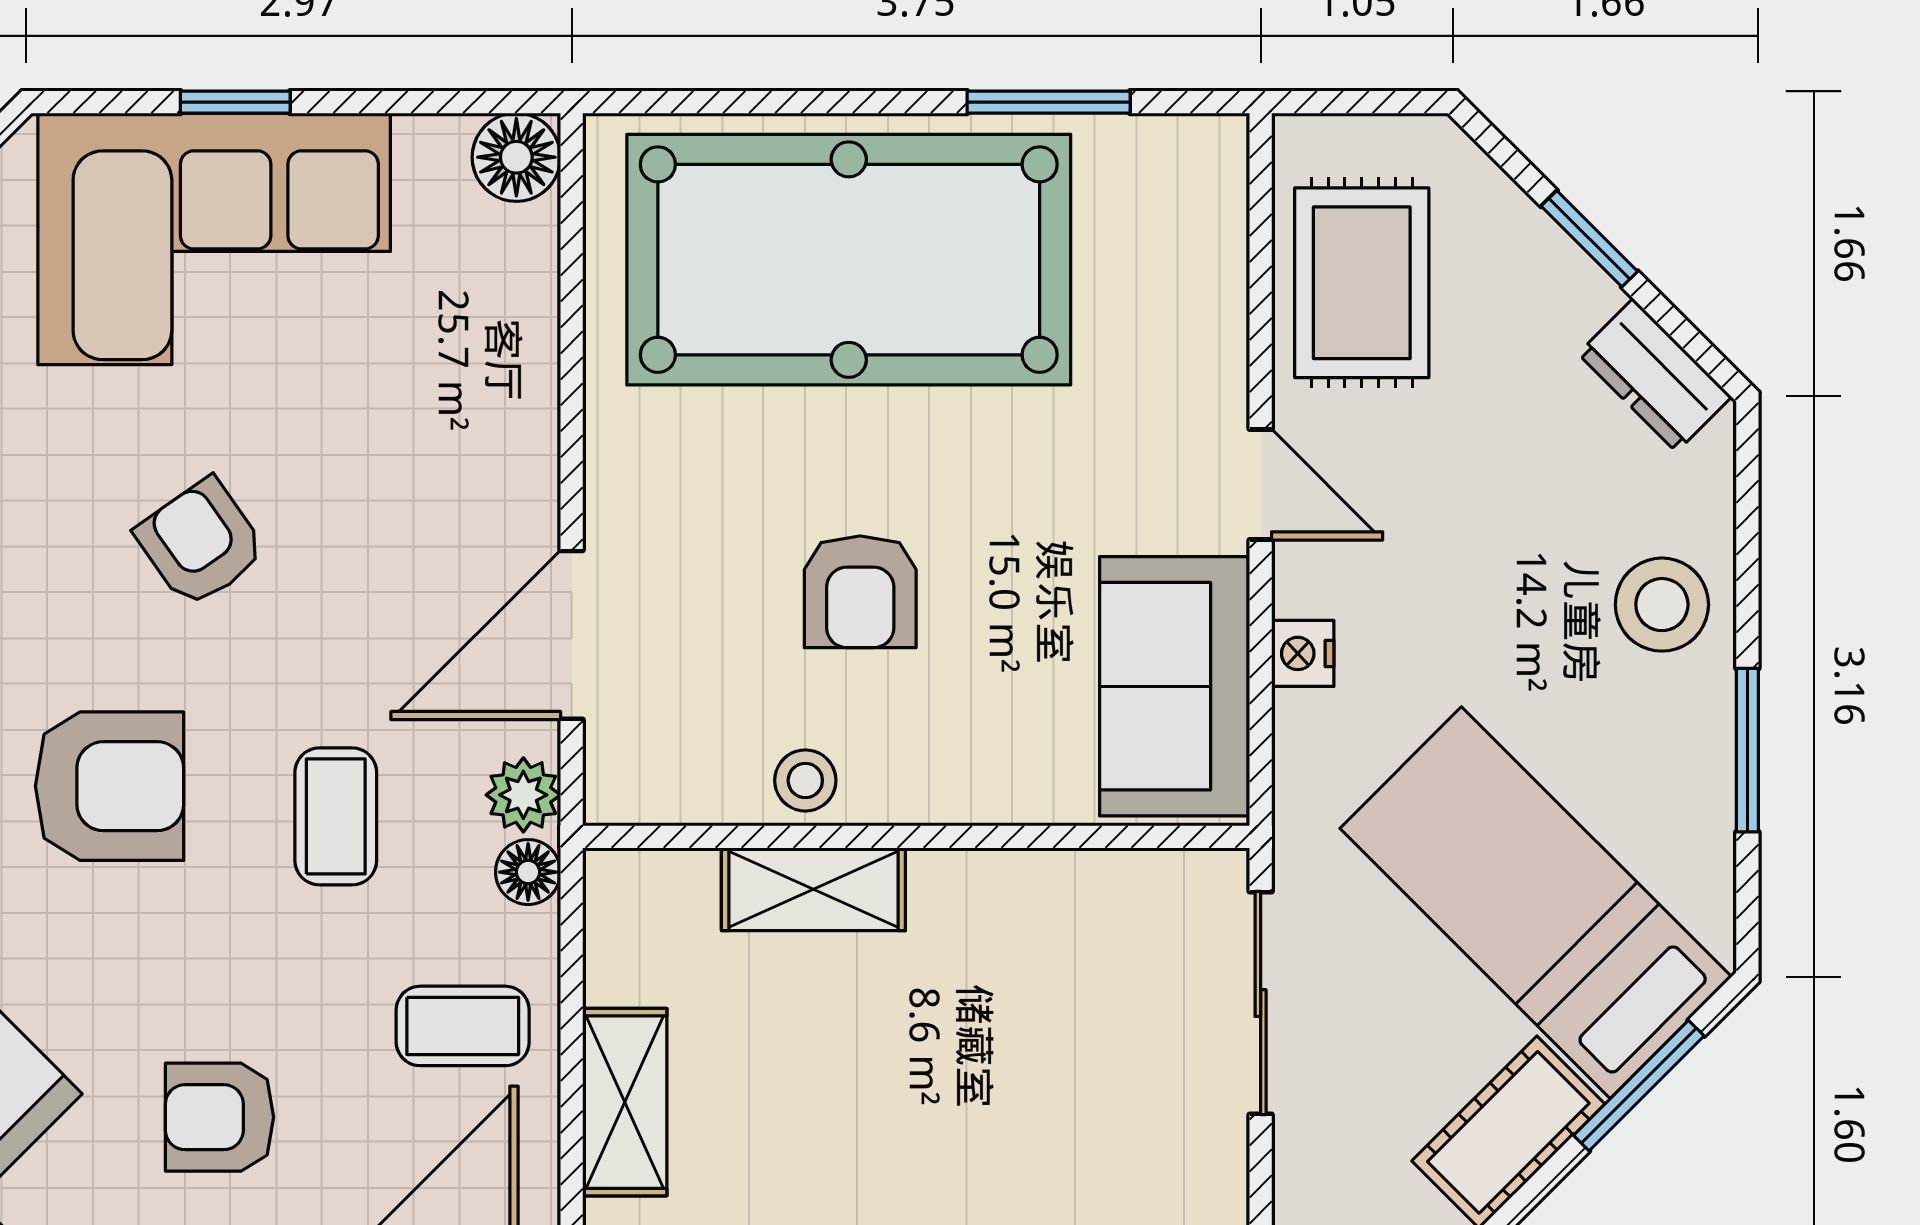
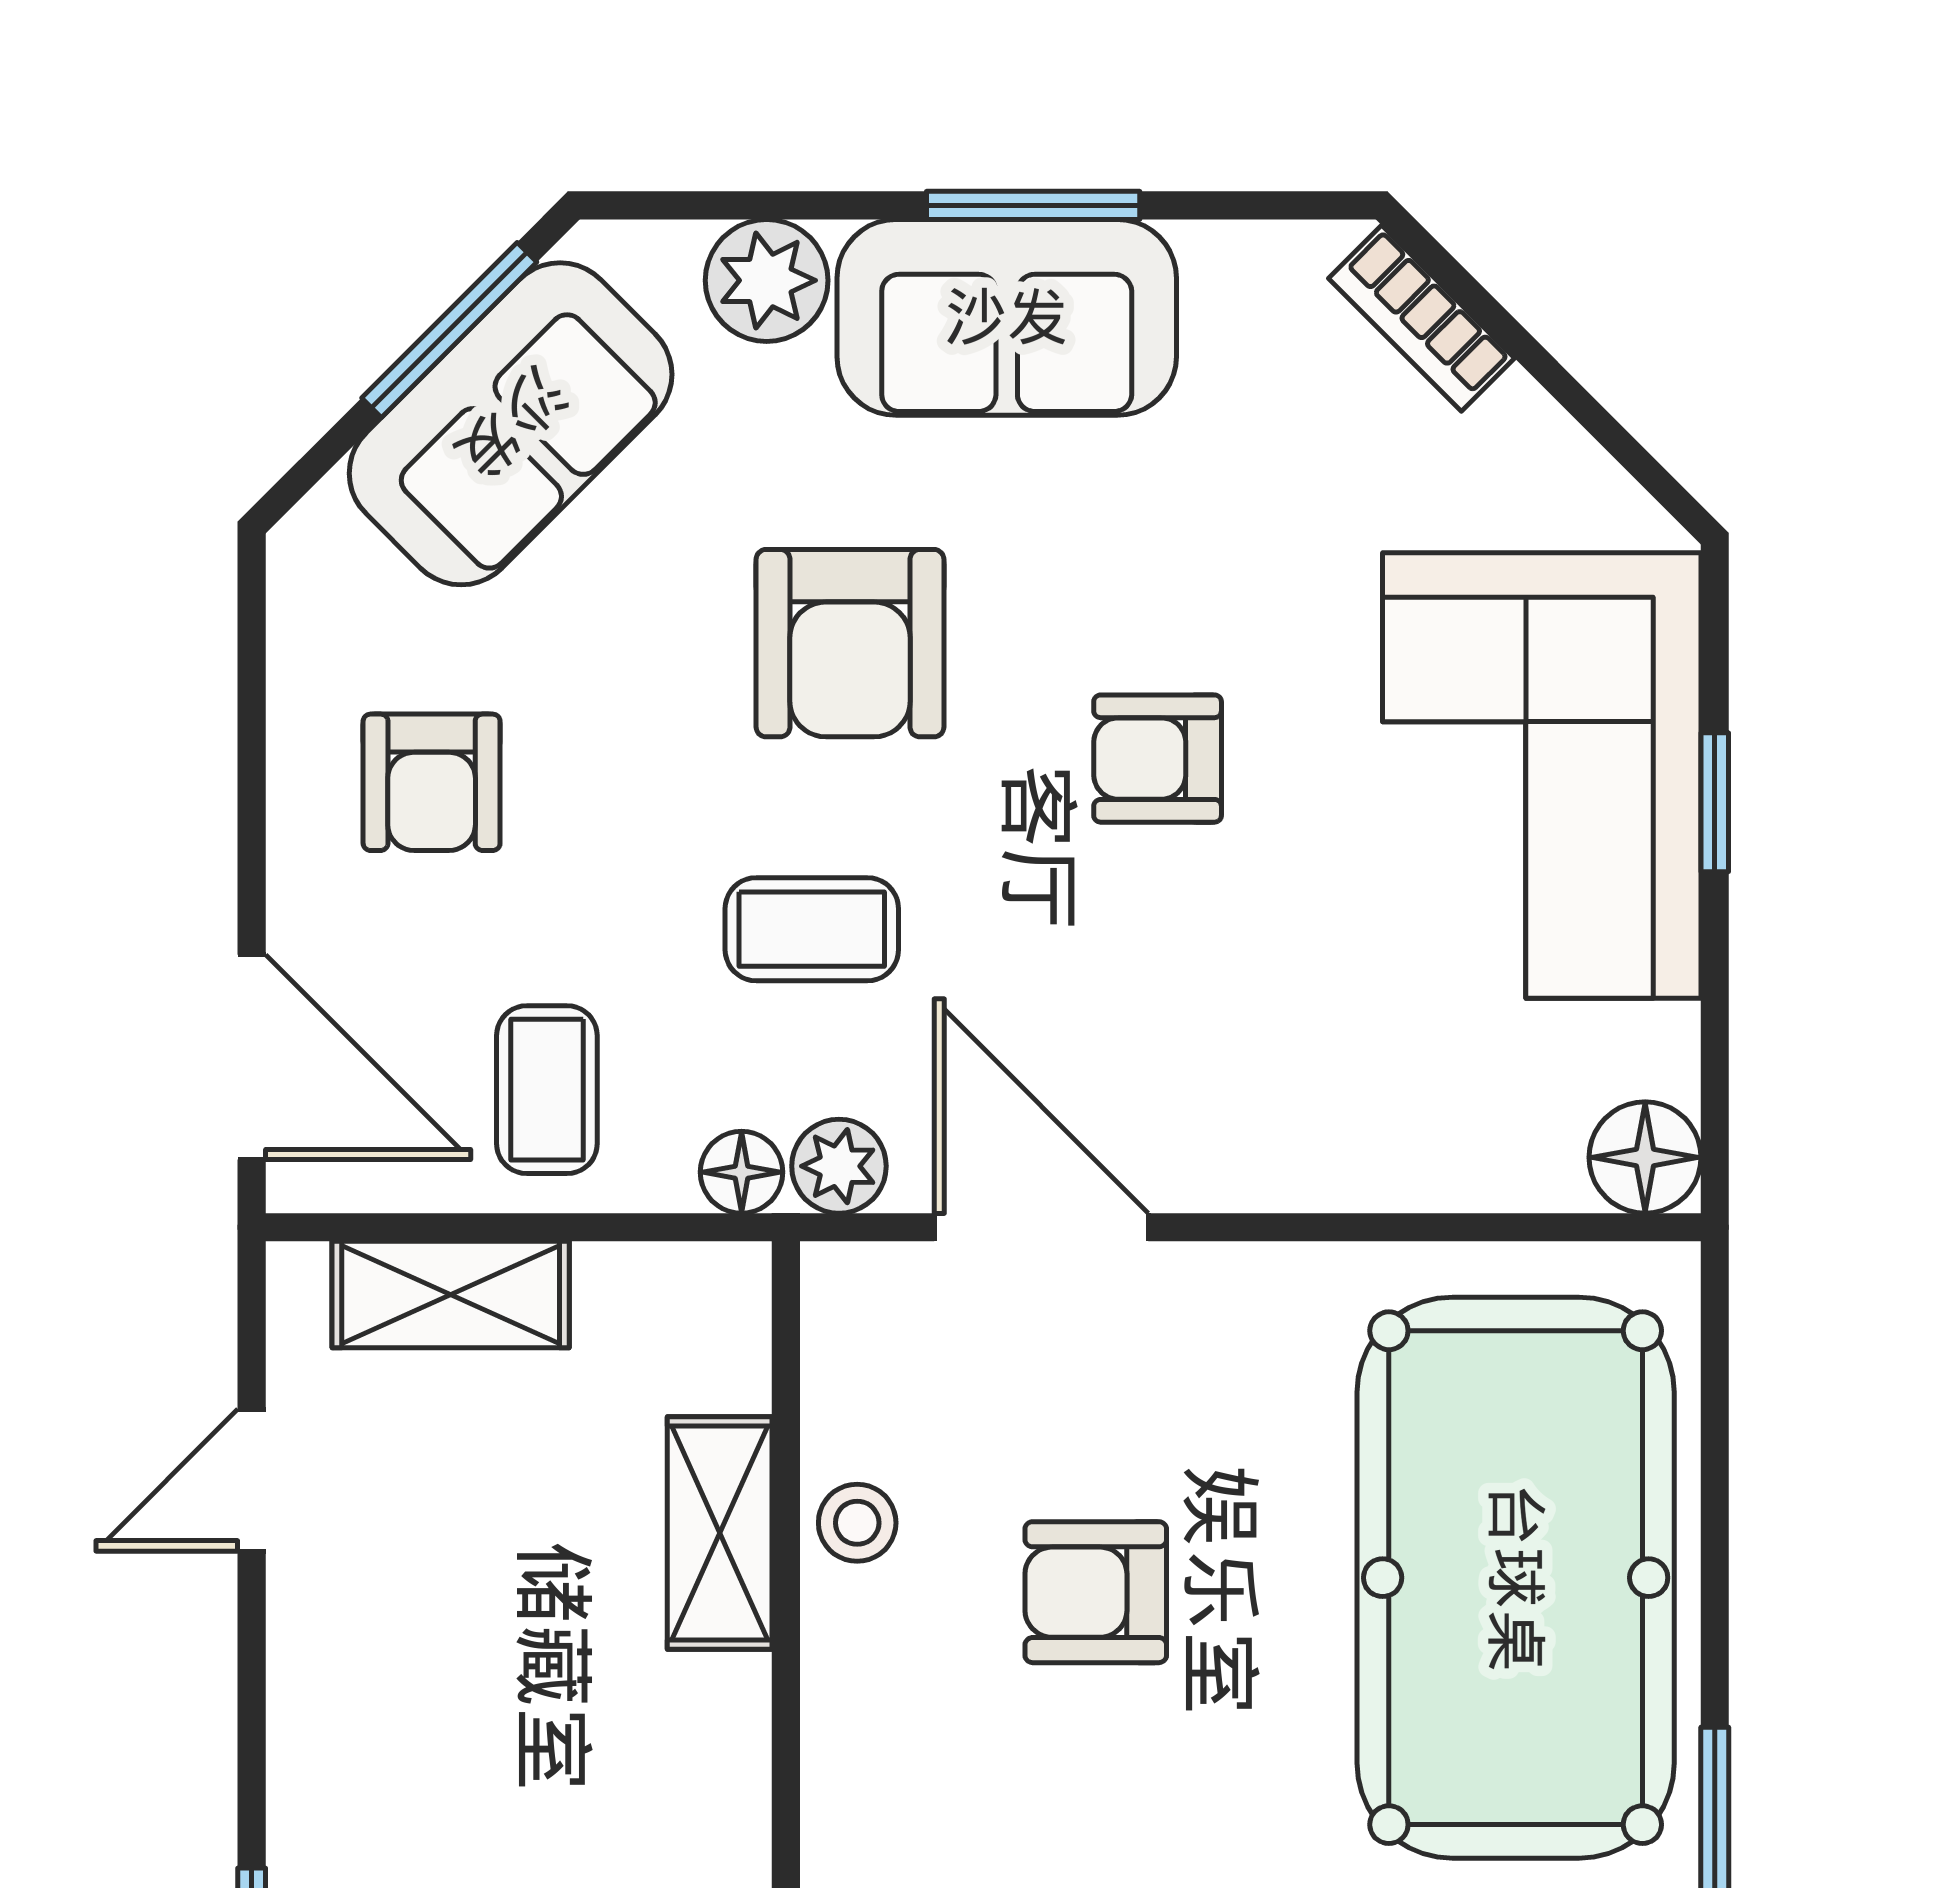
armchair: (201, 543) -> (1158, 759), turned -145
armchair: (220, 1117) -> (432, 782), turned 180

